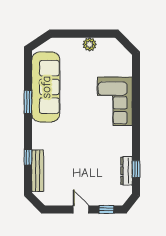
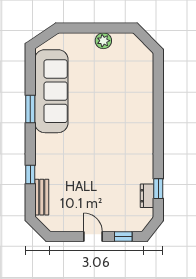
corner sofa: (115, 101) -> (133, 108), removed
bench: (38, 171) -> (42, 197), width x0.73
dresser: (126, 171) -> (147, 196), width x0.70

